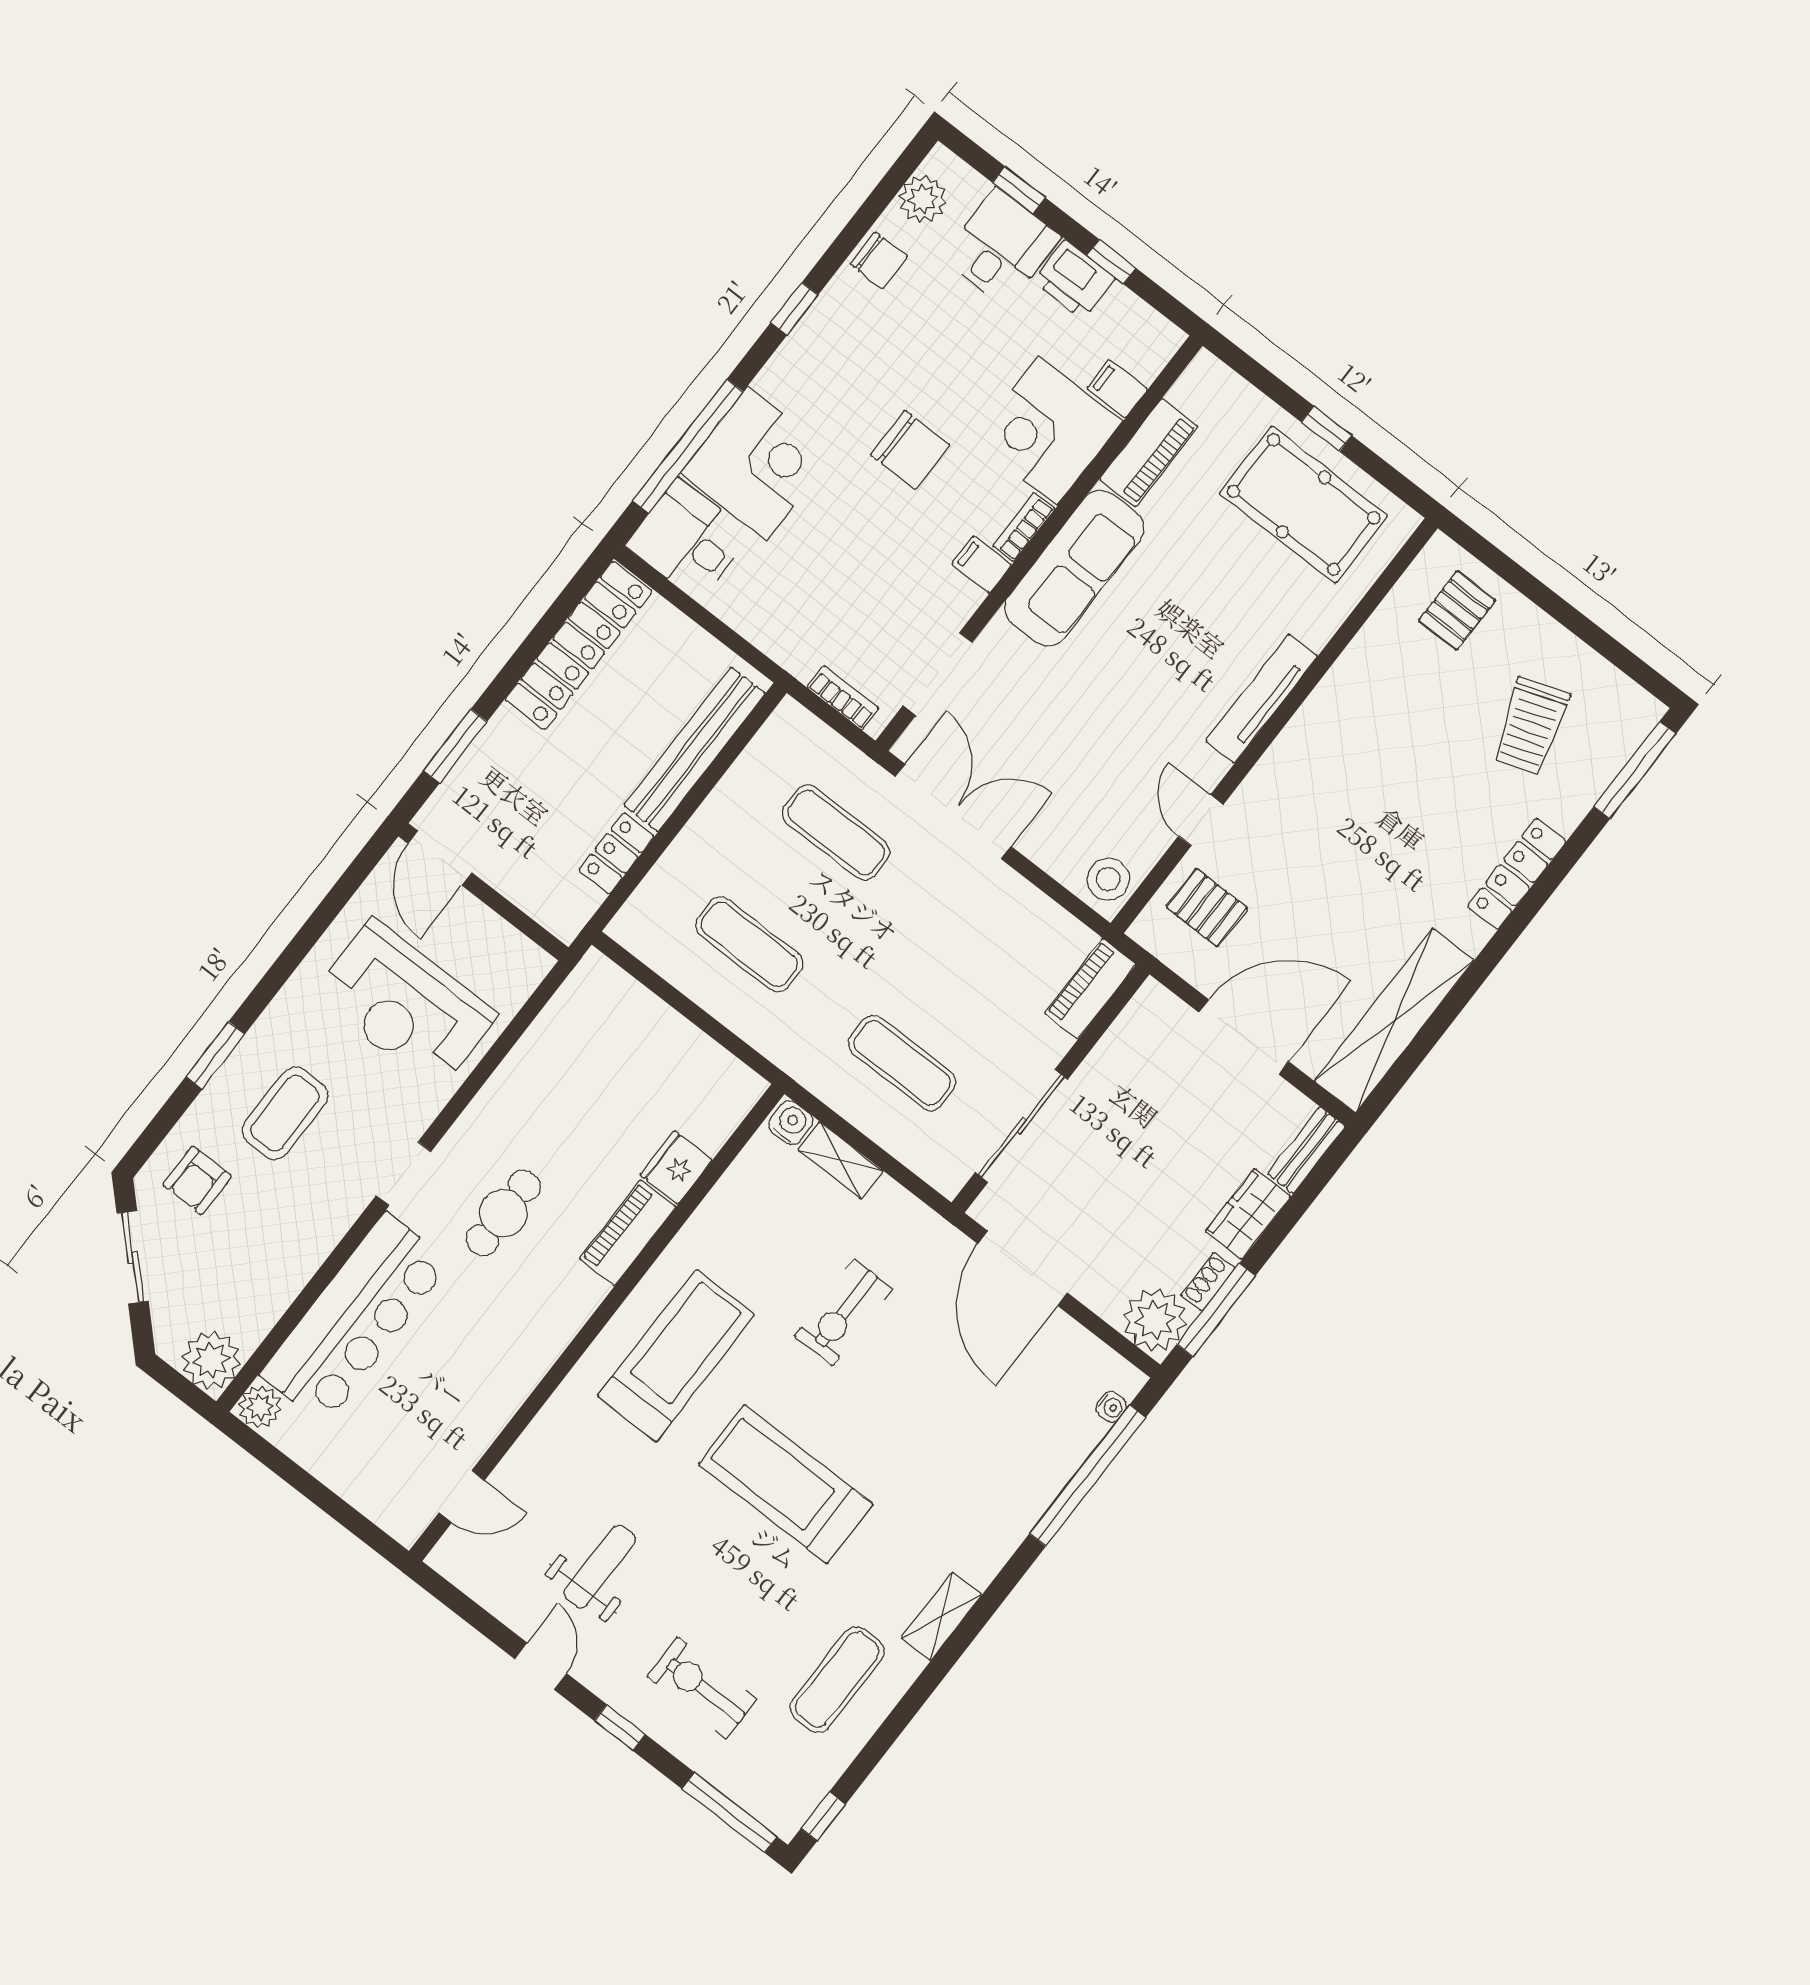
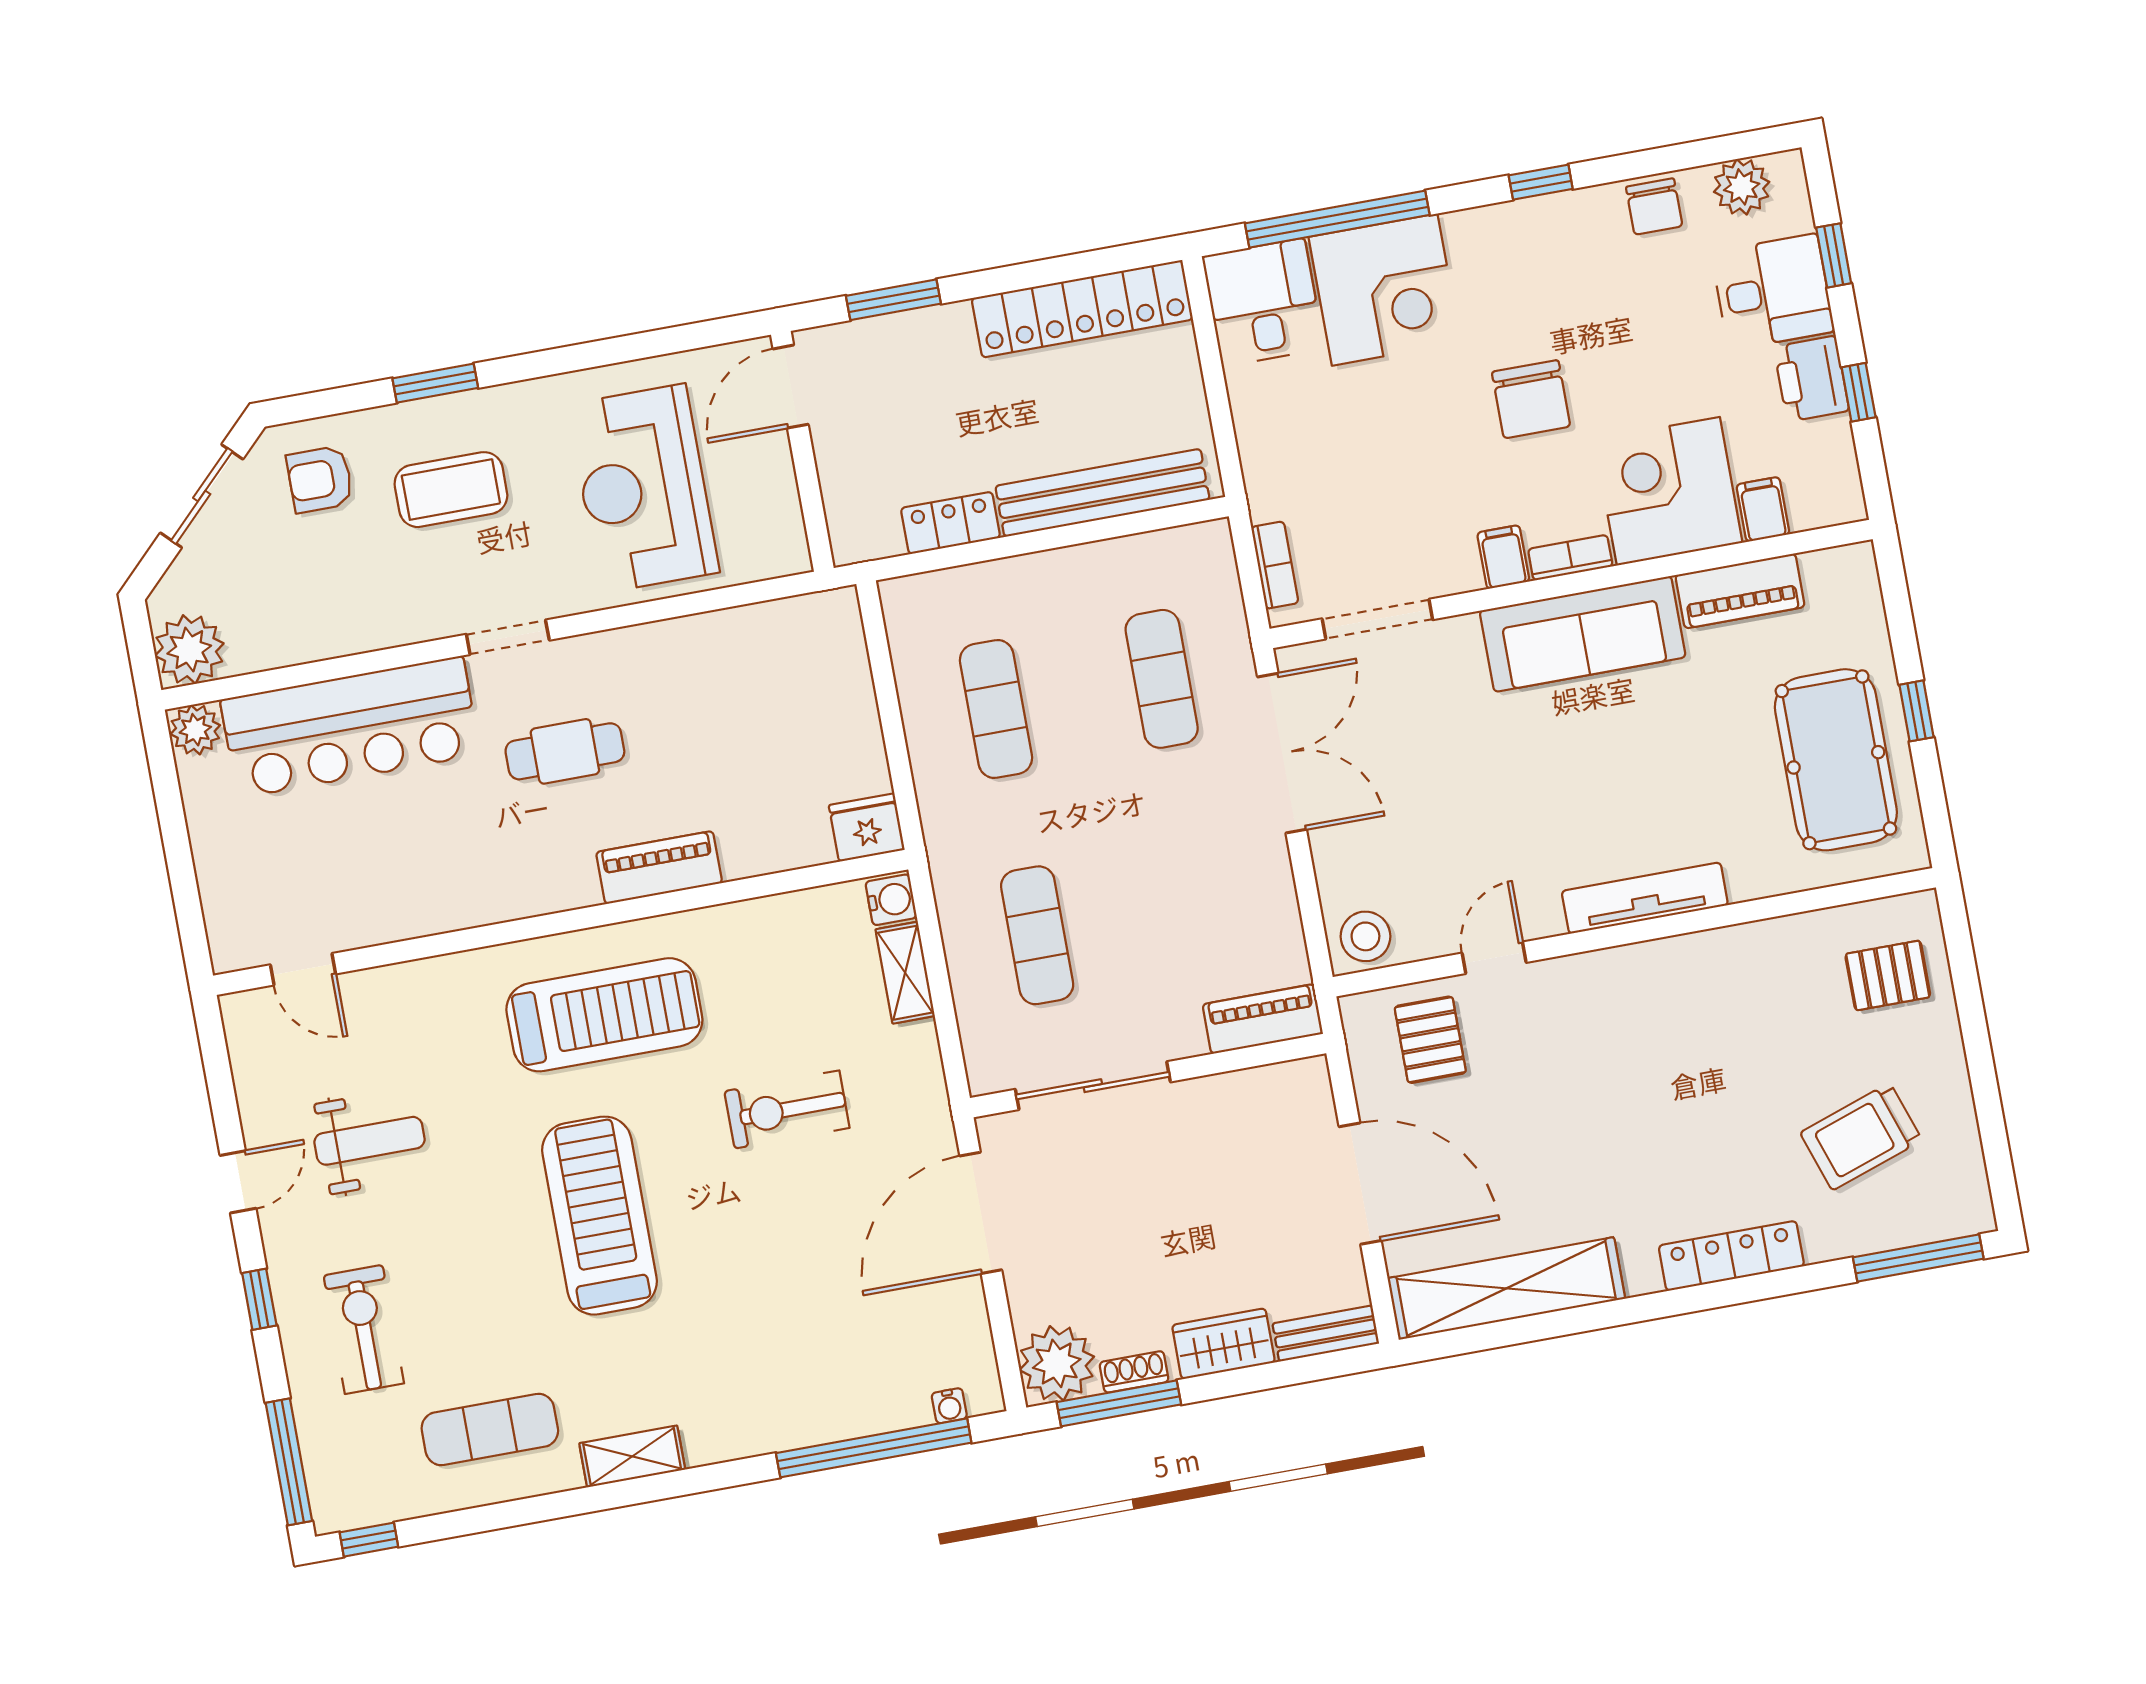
fridge: (676, 1167) -> (867, 828), moved

